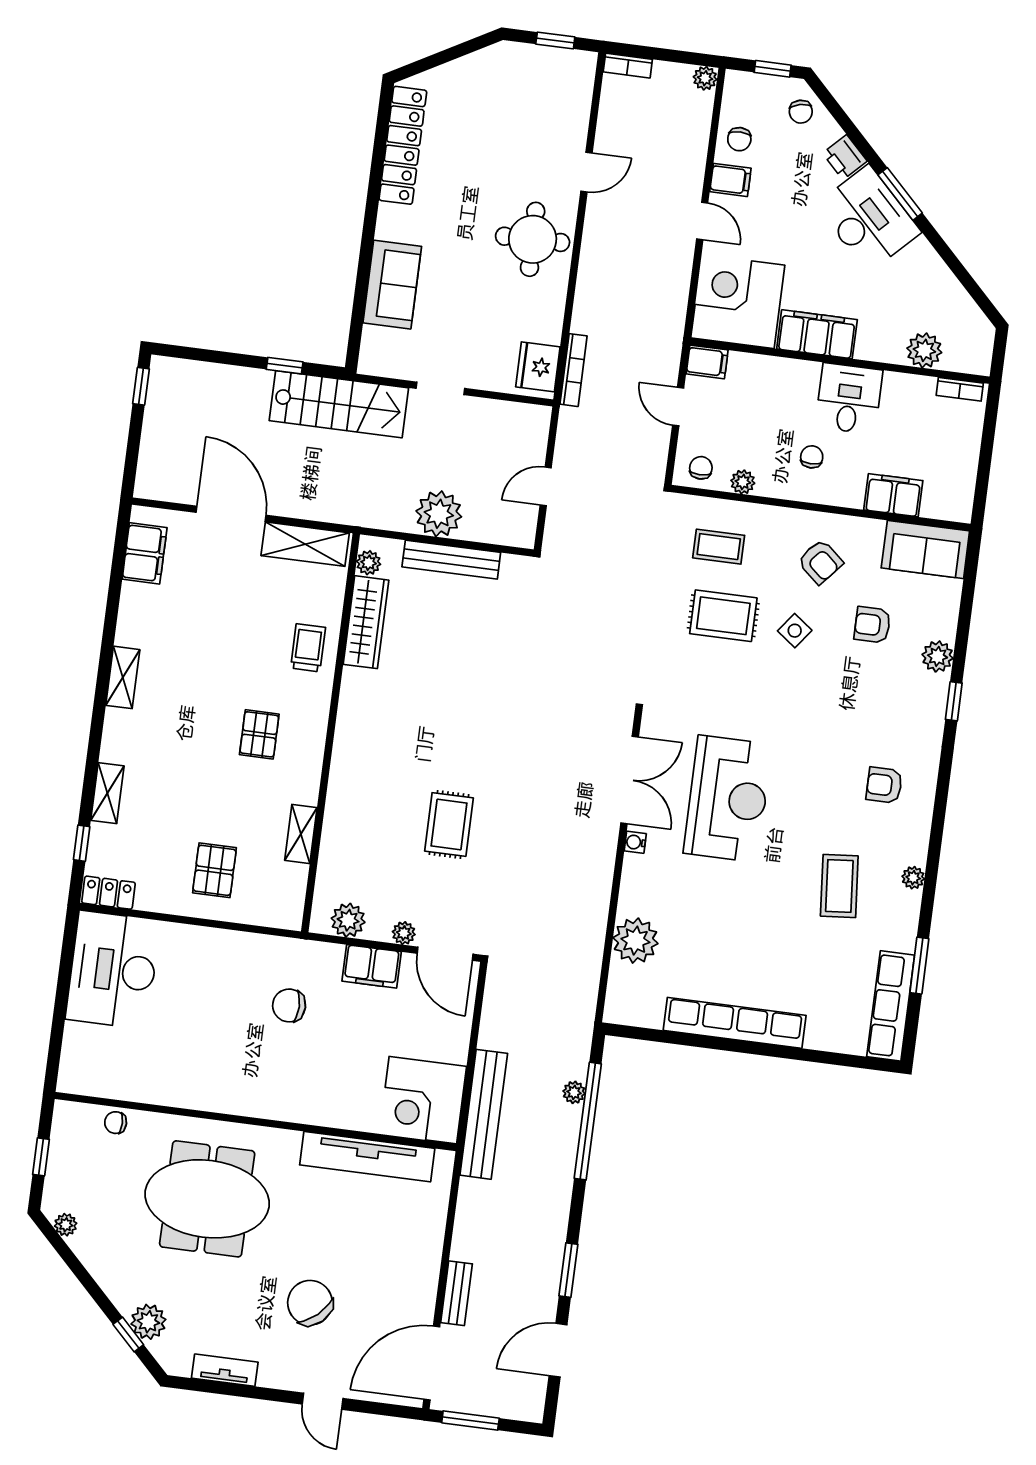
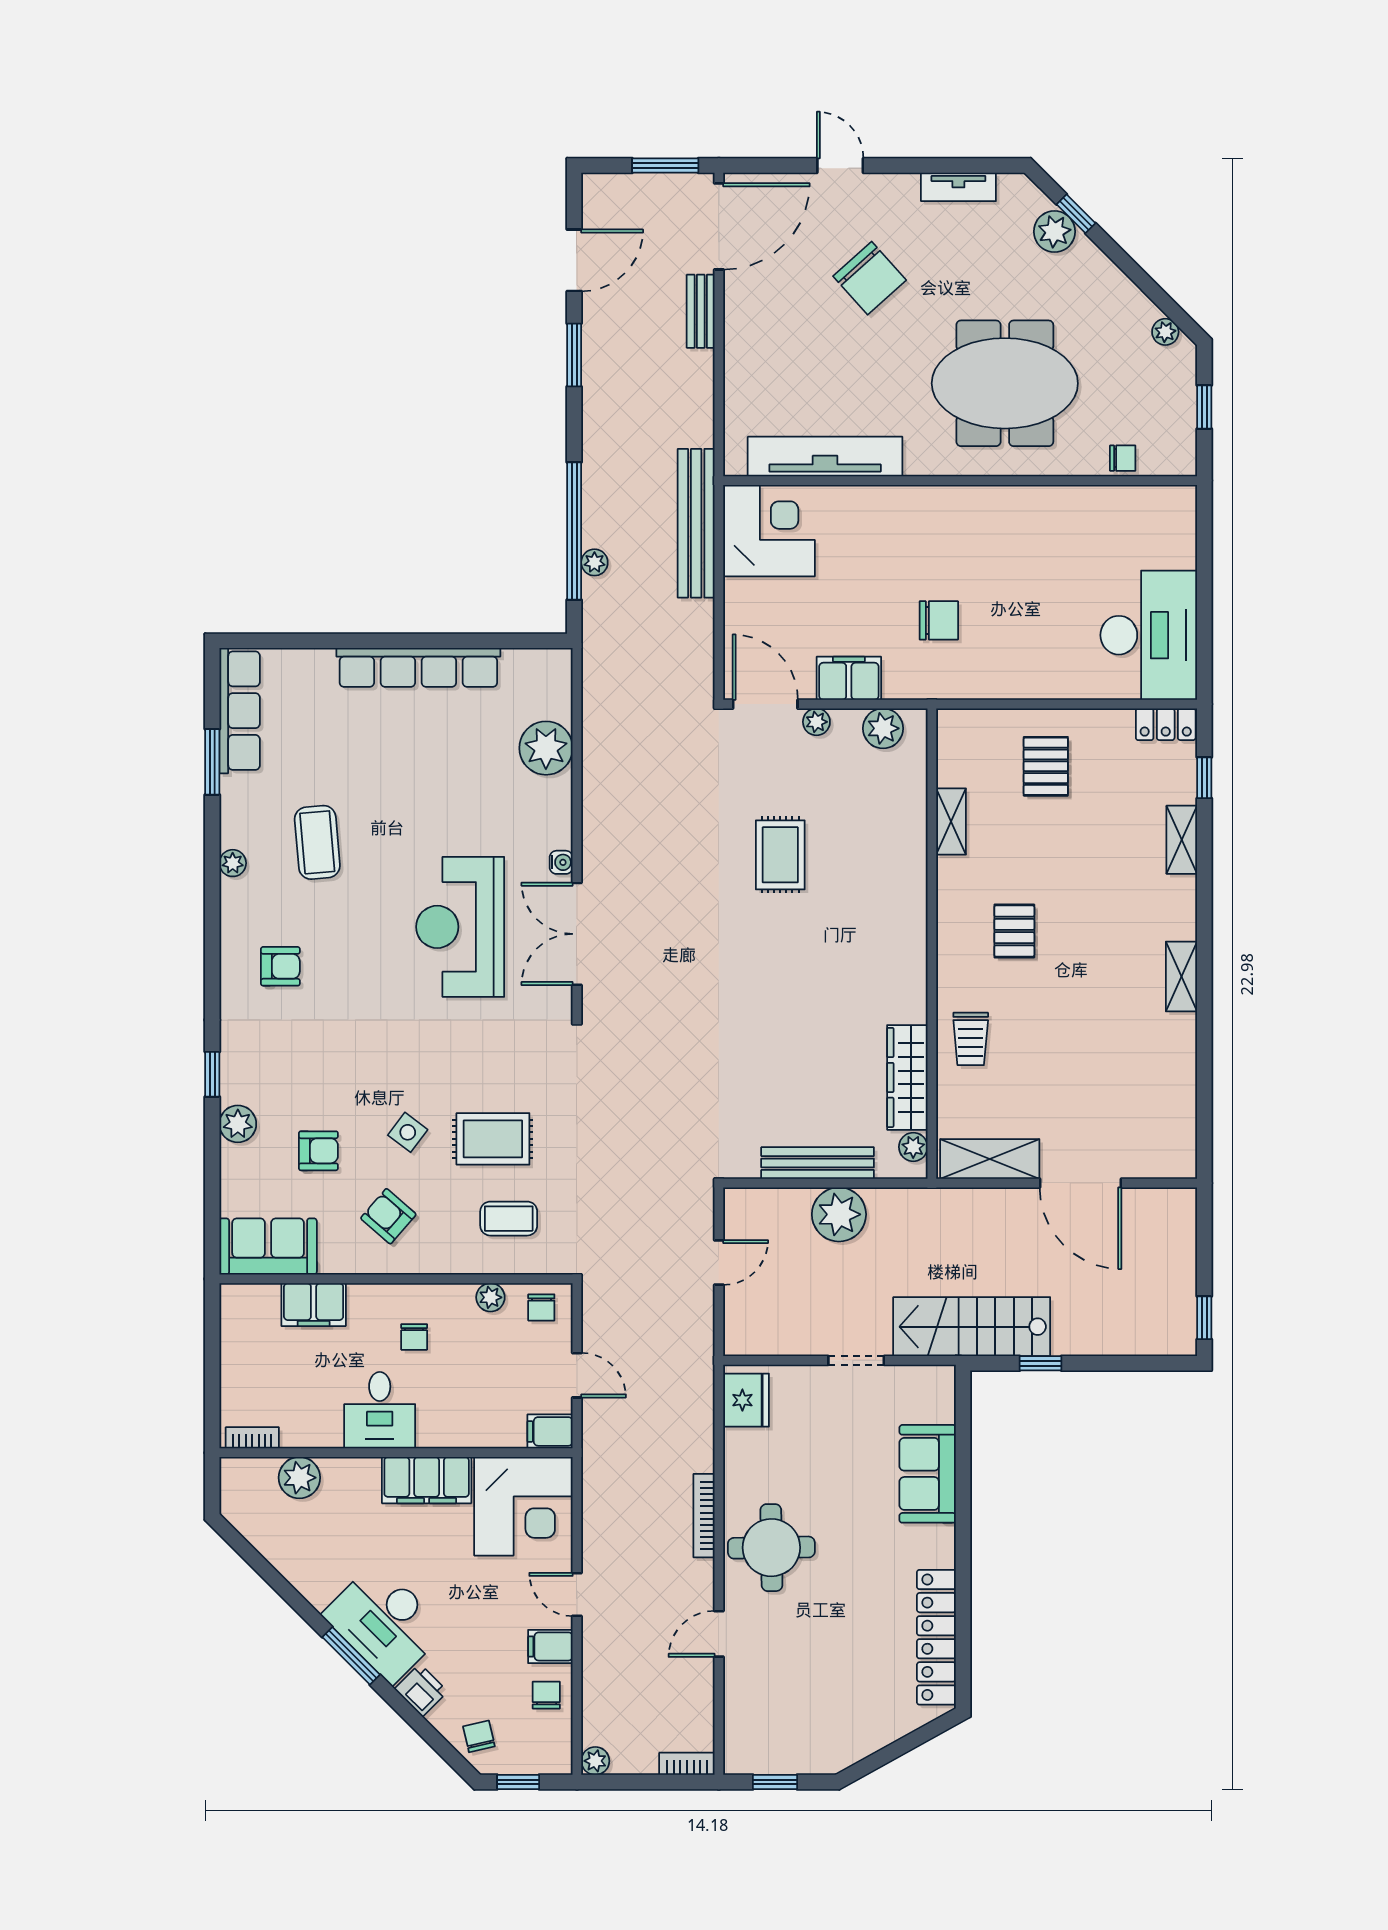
bookcase: (574, 370) -> (704, 1516), moved
filing cabinet: (145, 553) -> (1175, 1124), removed

